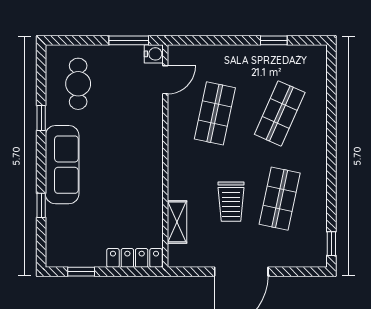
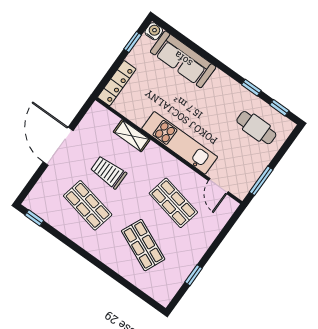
water cooler: (154, 54) -> (154, 31), moved, turned 180
kitchen unit: (149, 151) -> (180, 143), added
sofa: (62, 165) -> (183, 59), moved
window: (41, 205) -> (279, 108), moved
shelving: (177, 222) -> (132, 136), moved

